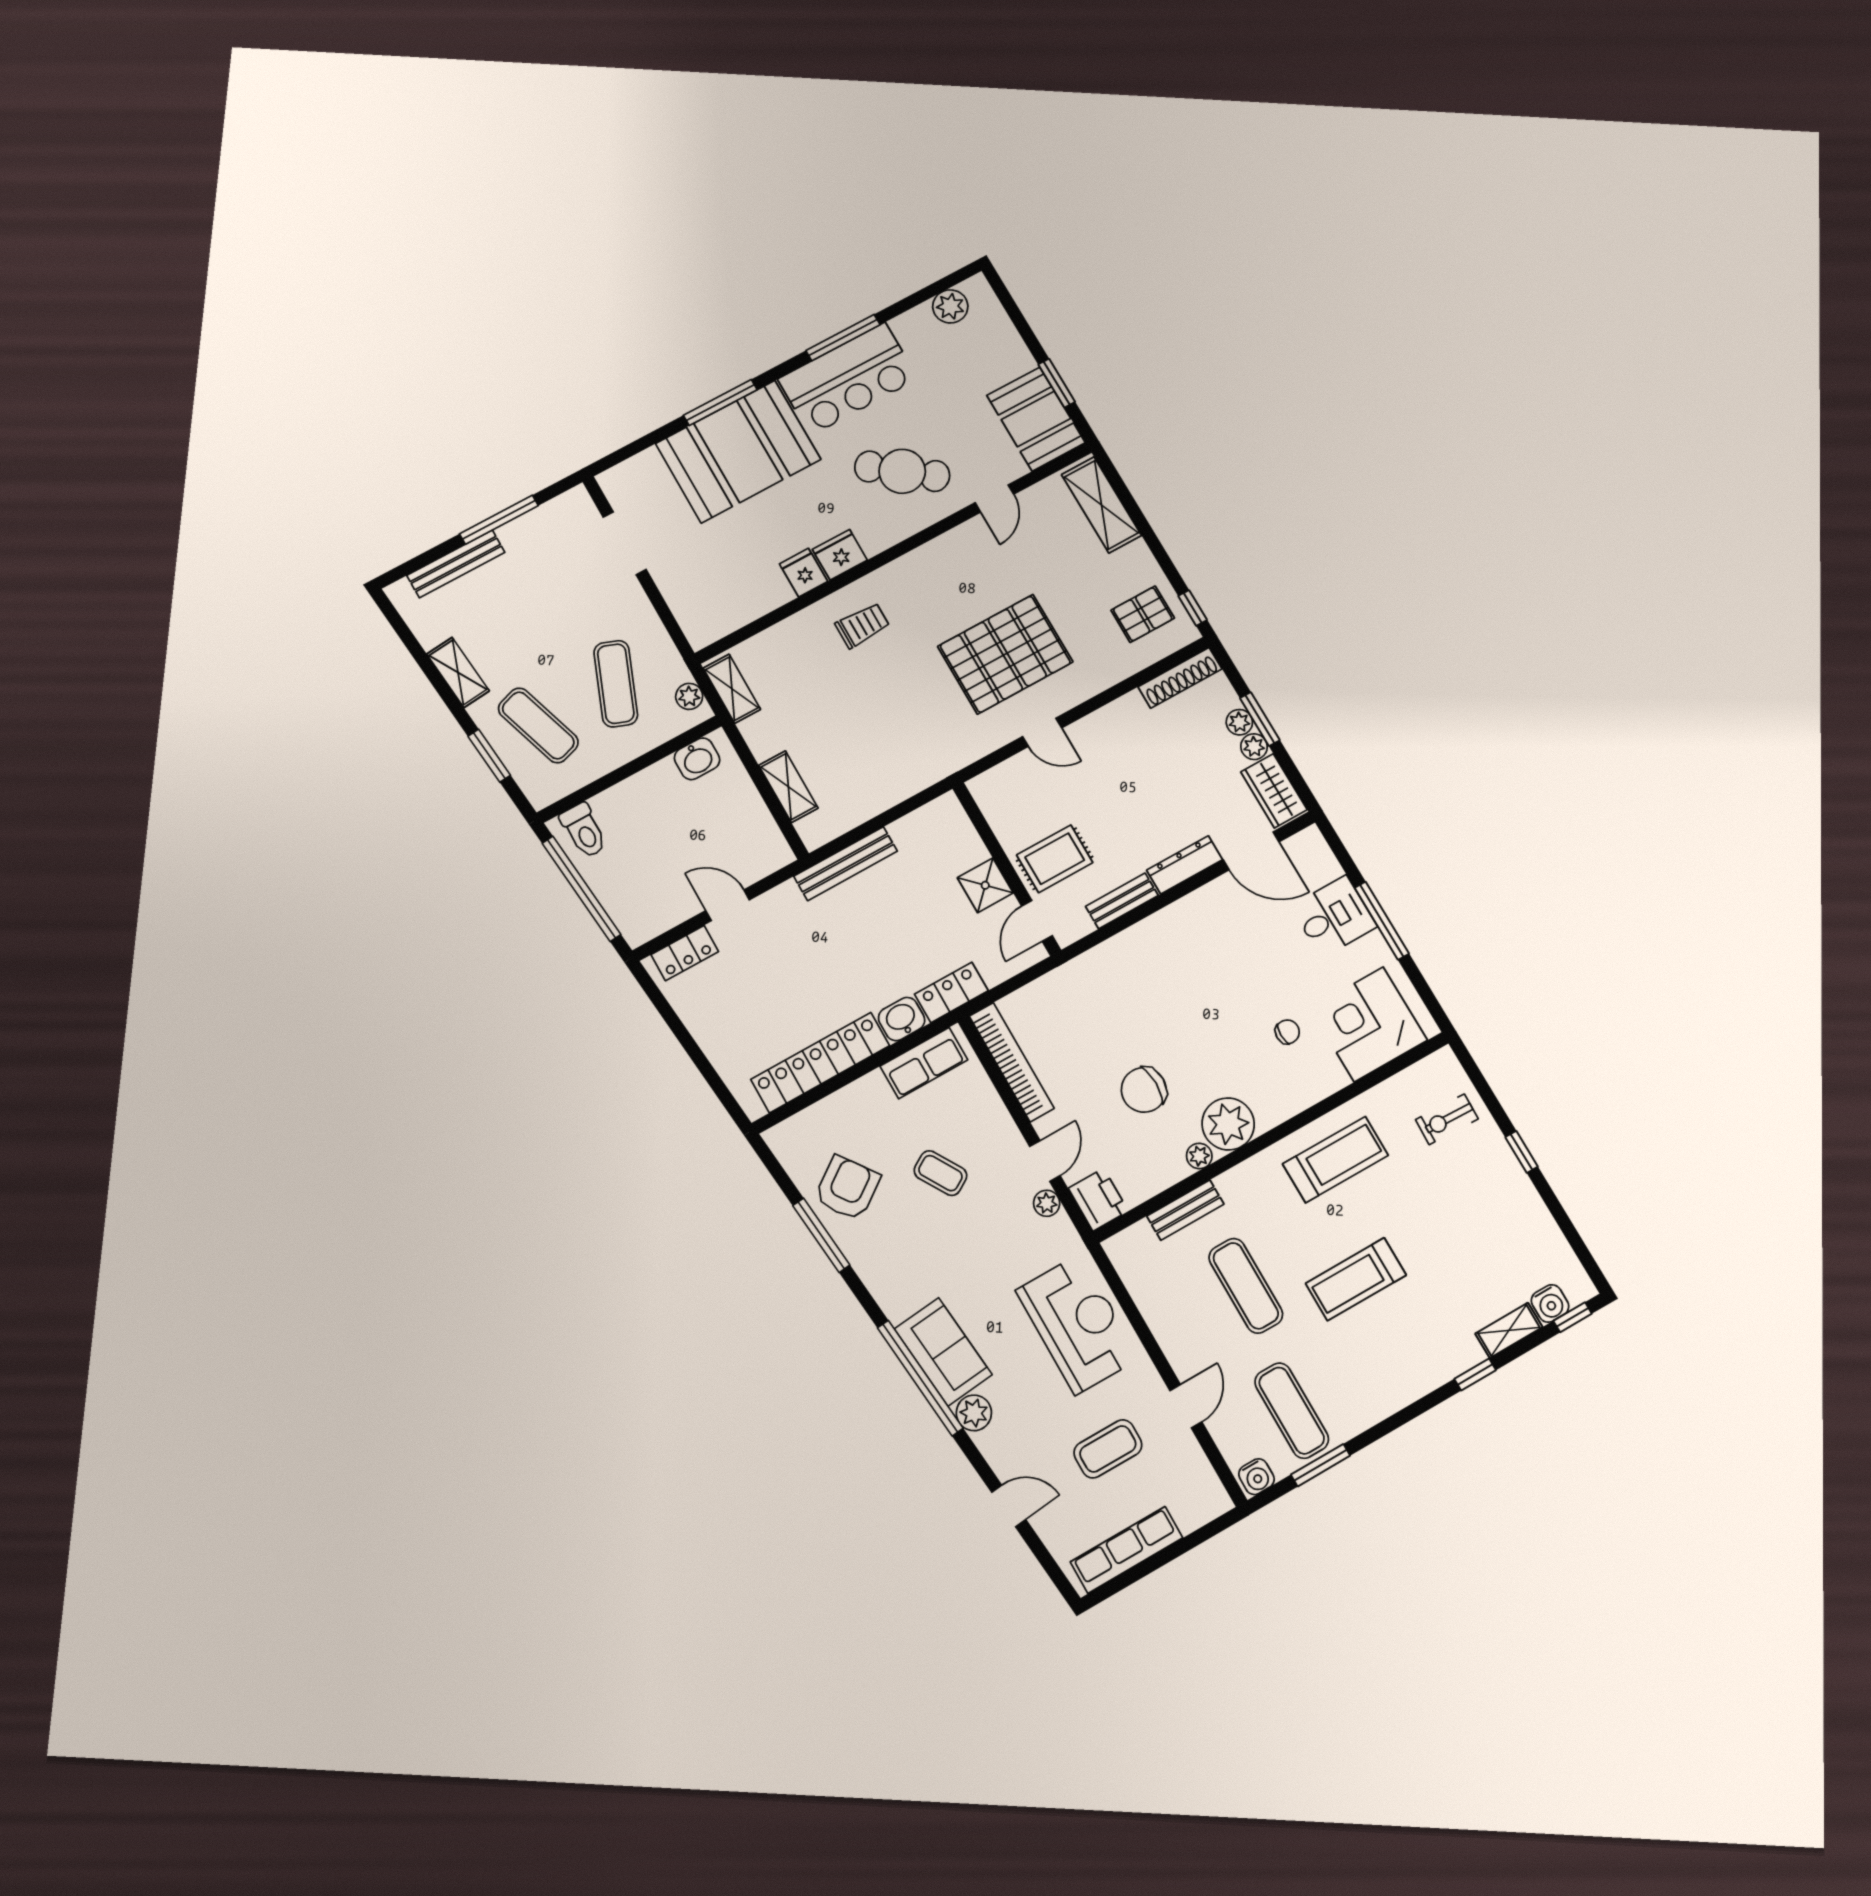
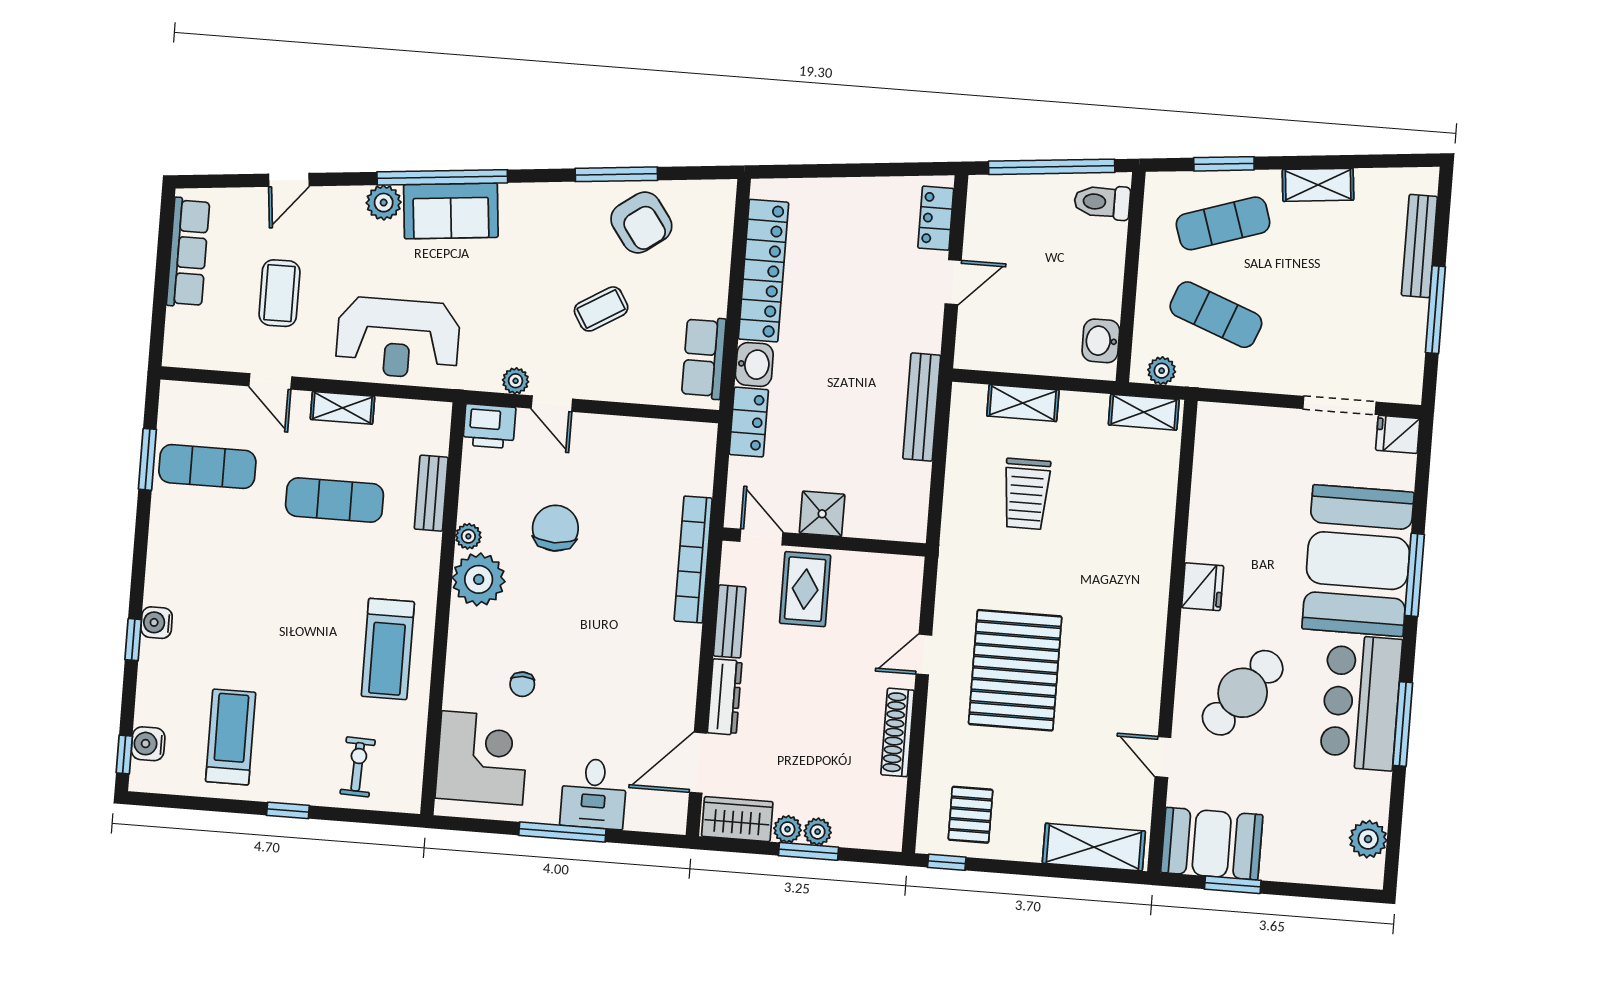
fridge: (804, 573) -> (1398, 434), moved, turned 180
trolley: (862, 625) -> (1026, 494), moved, width x1.36, depth x1.39
shoe rack: (1180, 678) -> (898, 732), moved
bookcase: (1012, 1062) -> (693, 559), moved, turned 90
treadmill: (1356, 1279) -> (231, 737), moved
shelving: (1509, 1330) -> (342, 408), moved, turned 90
water cooler: (1256, 1477) -> (157, 623), moved

